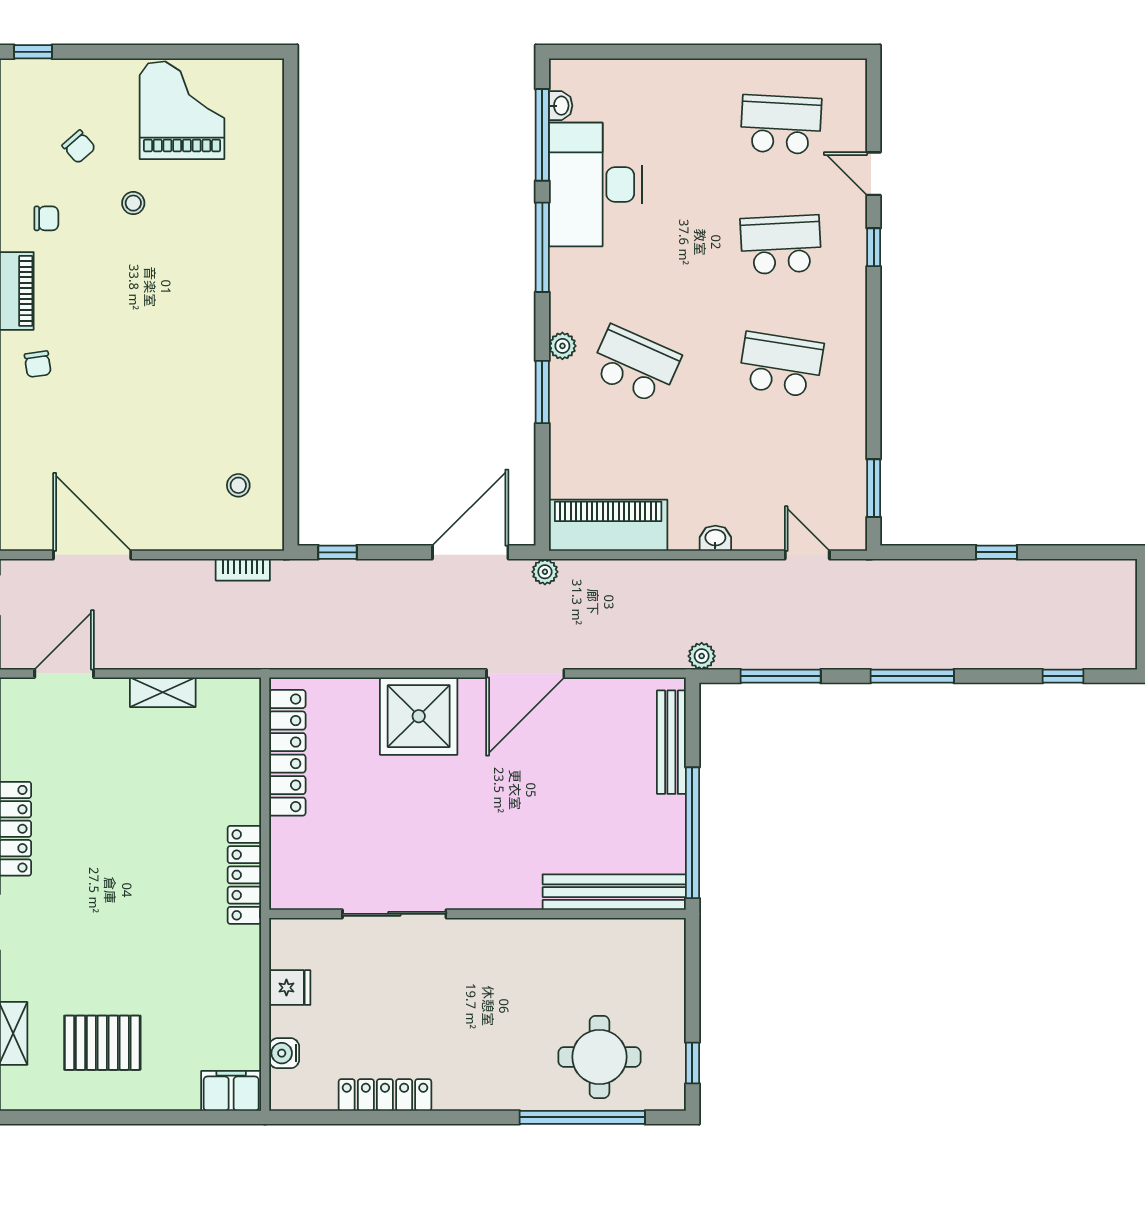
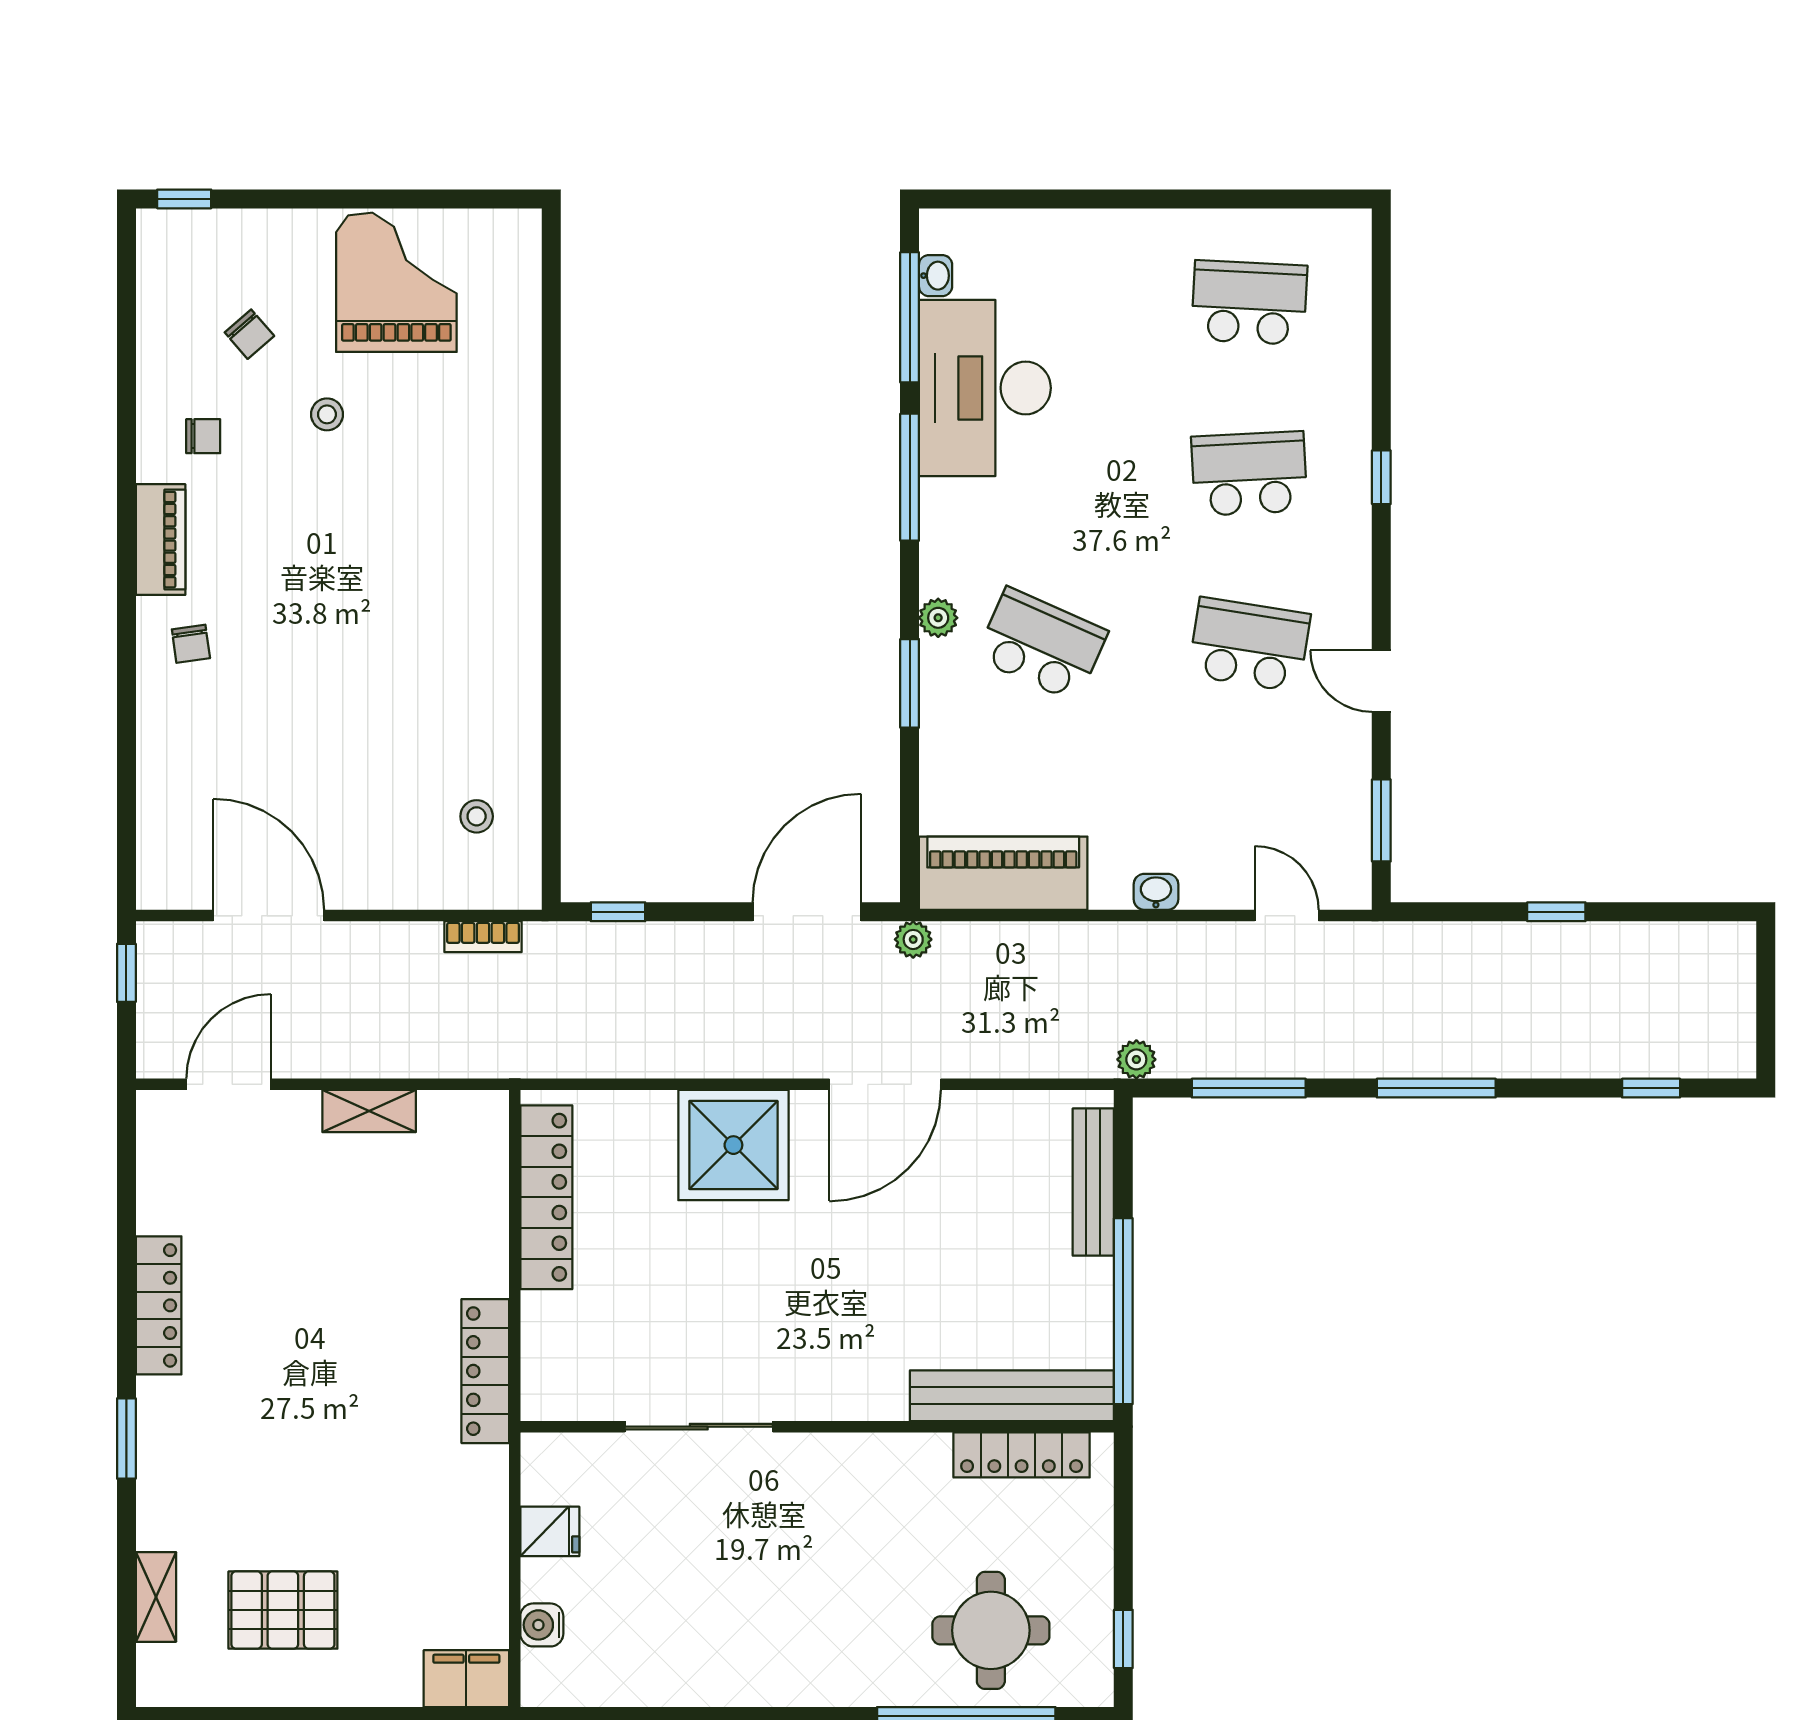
door: (874, 174) -> (1381, 681), moved
locker: (385, 1095) -> (1022, 1455), moved, turned 180

